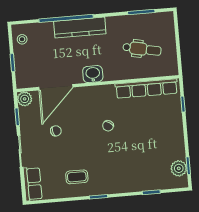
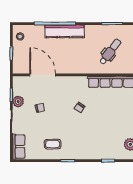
dental chair: (142, 49) -> (110, 52), turned -65
washbasin: (93, 74) -> (71, 67), removed
door: (56, 87) -> (43, 75), swing flipped
plant: (25, 99) -> (18, 102), moved

